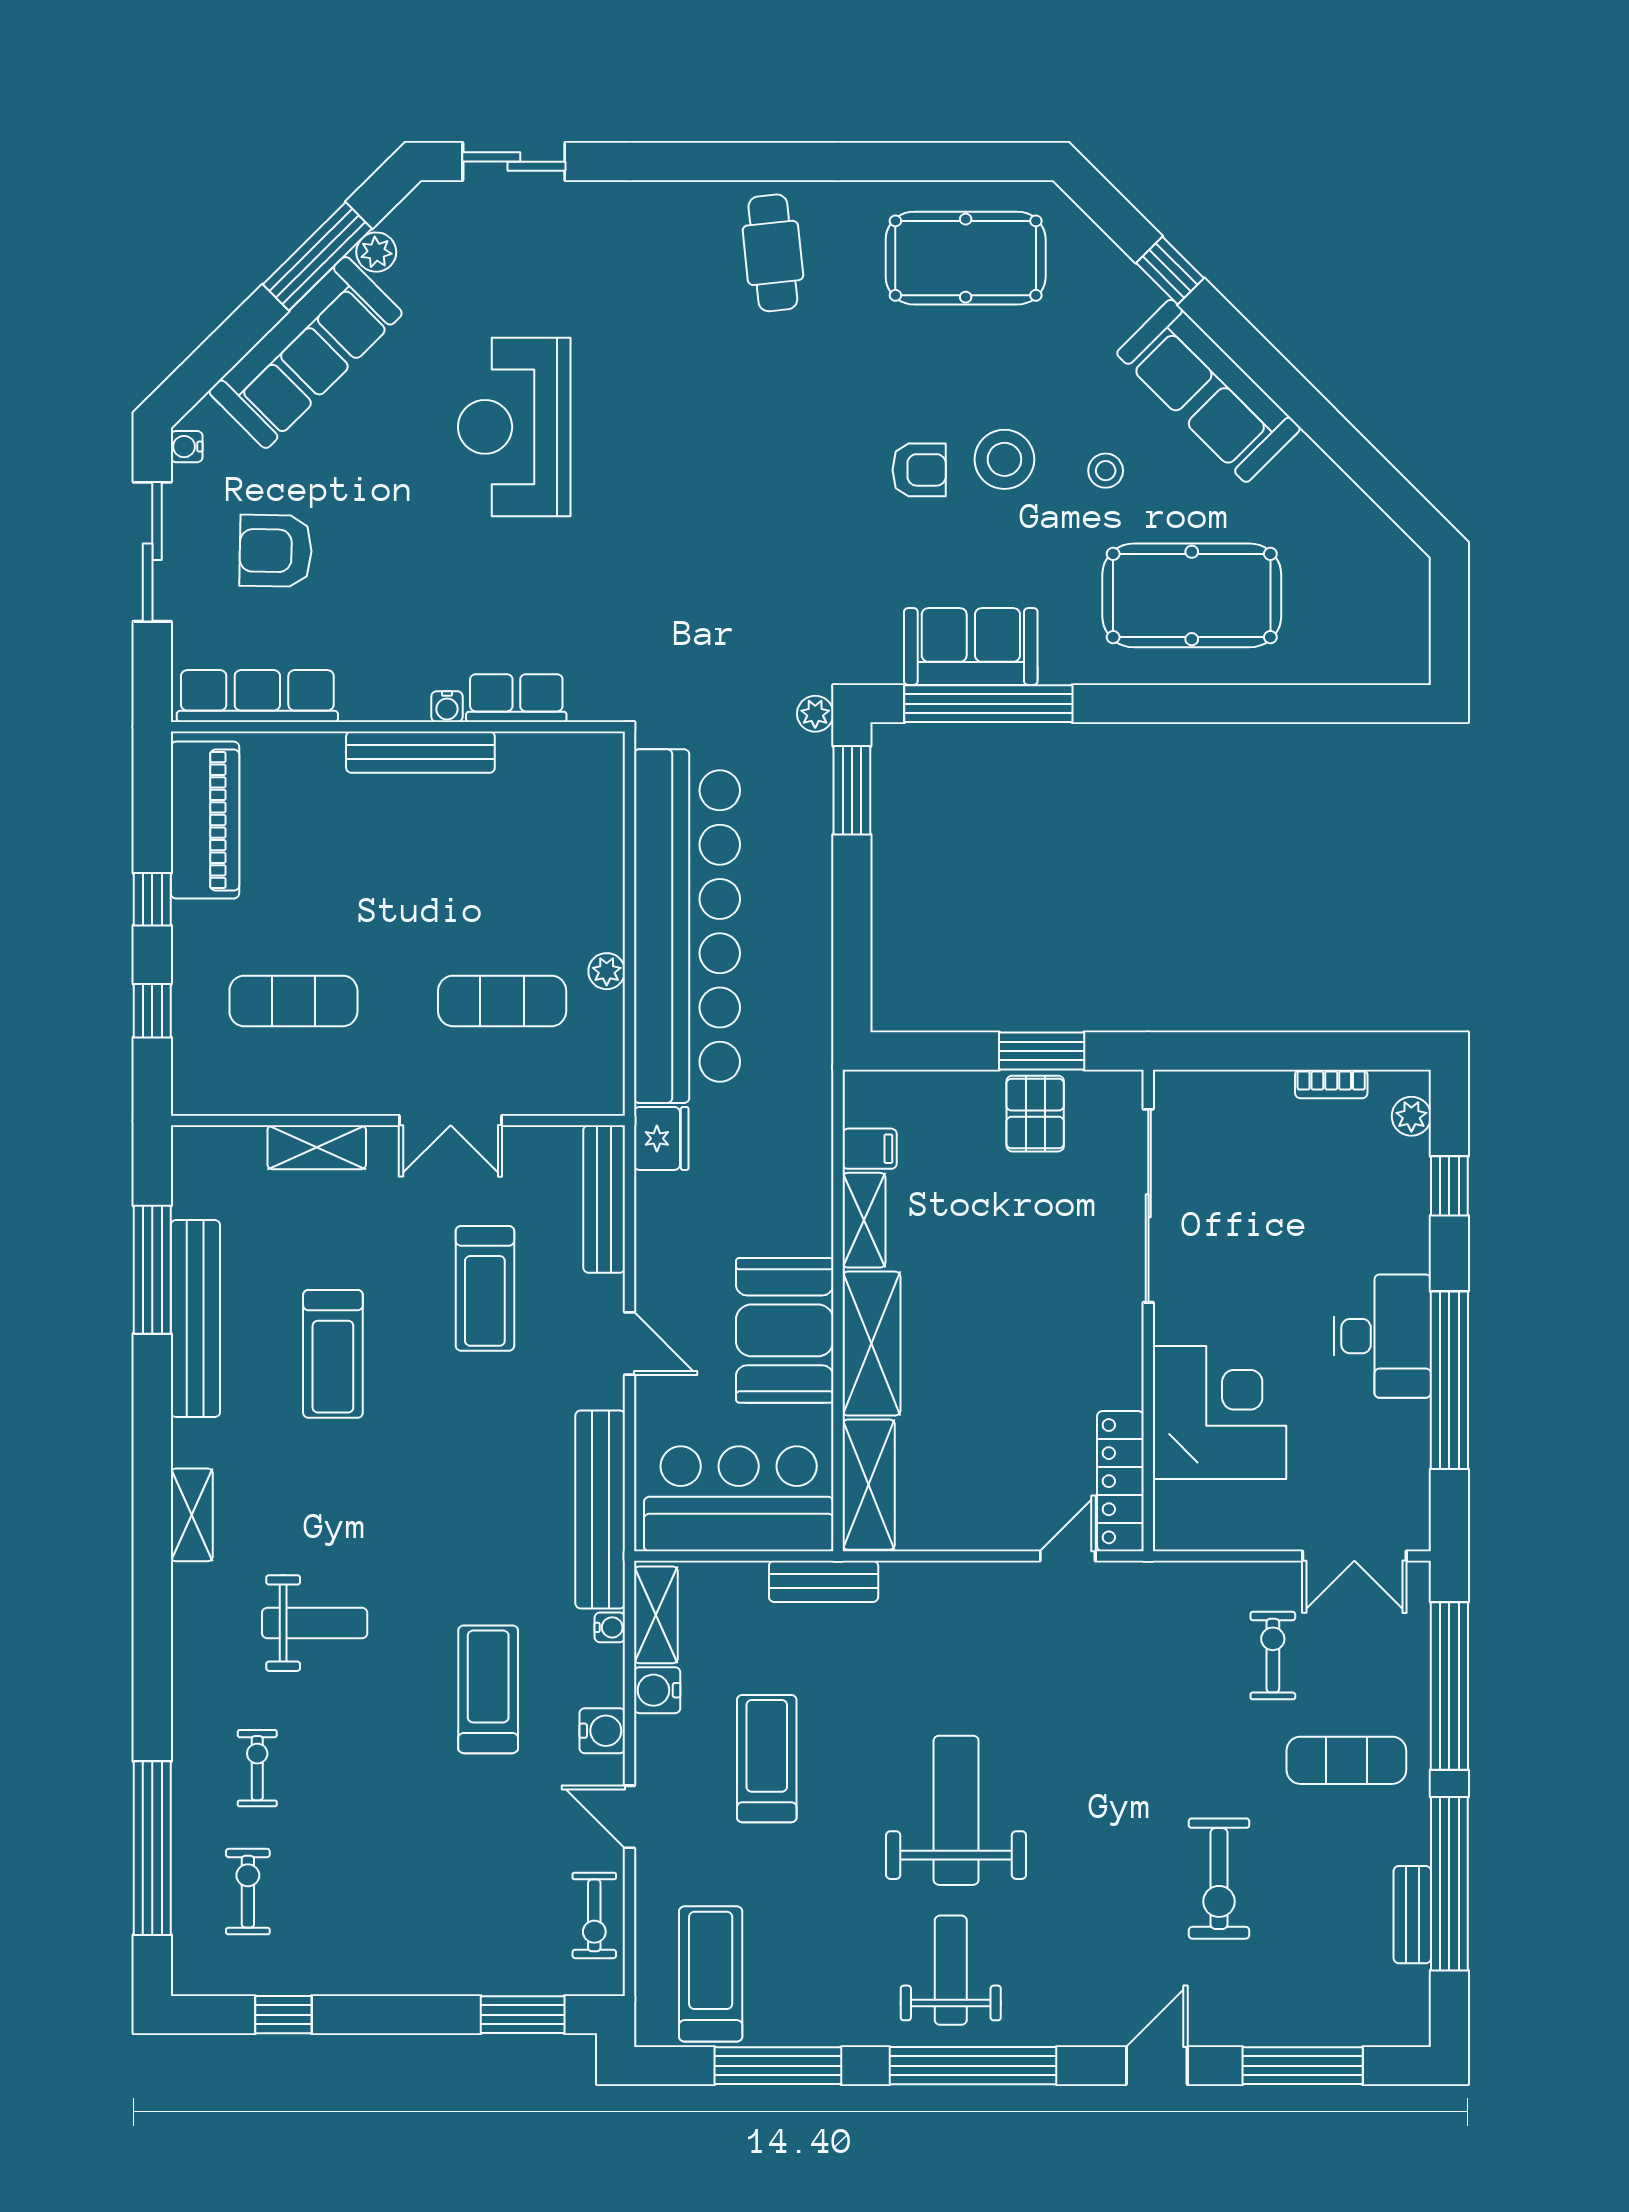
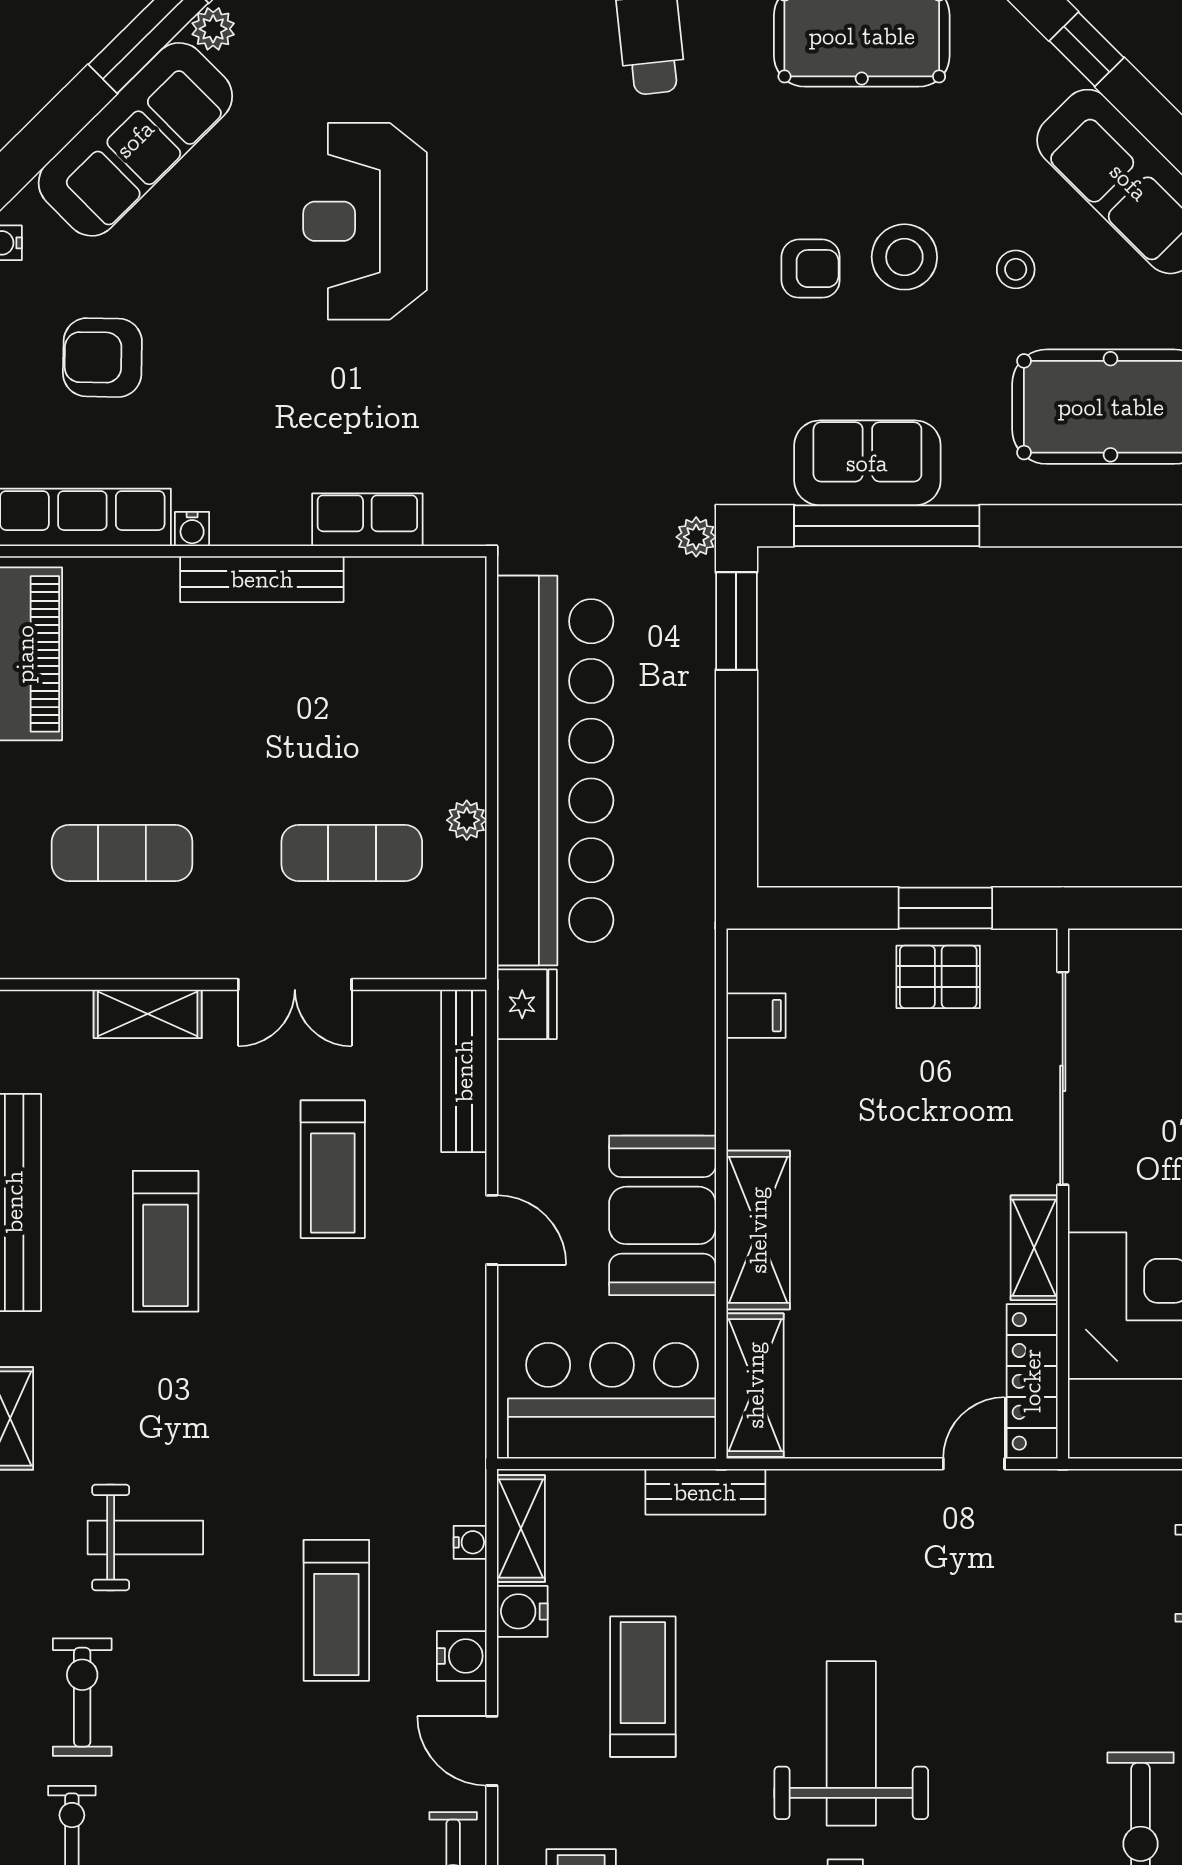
water cooler: (447, 707) -> (192, 529), moved
pallet: (1035, 1114) -> (938, 977), turned 90
shelving: (864, 1220) -> (1034, 1248), moved
bench: (600, 1510) -> (460, 1413), removed
treadmill: (488, 1689) -> (336, 1610), turned 180
exercise bike: (257, 1768) -> (82, 1697), width x1.38, depth x1.39

